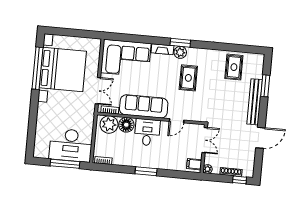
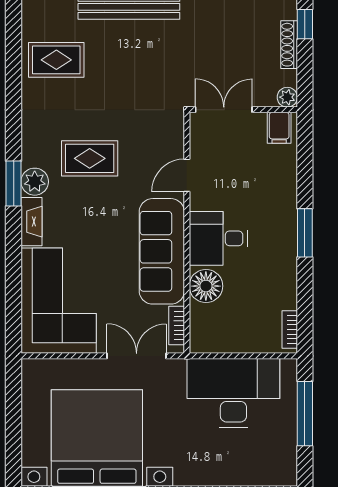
door: (177, 121) -> (187, 175), swing flipped
plant: (109, 124) -> (209, 324), removed
desk: (71, 145) -> (233, 393), moved, turned -90

